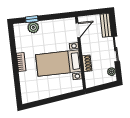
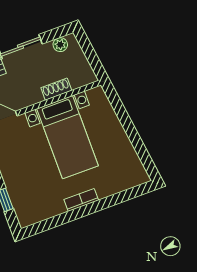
plant: (33, 27) -> (18, 194), removed

